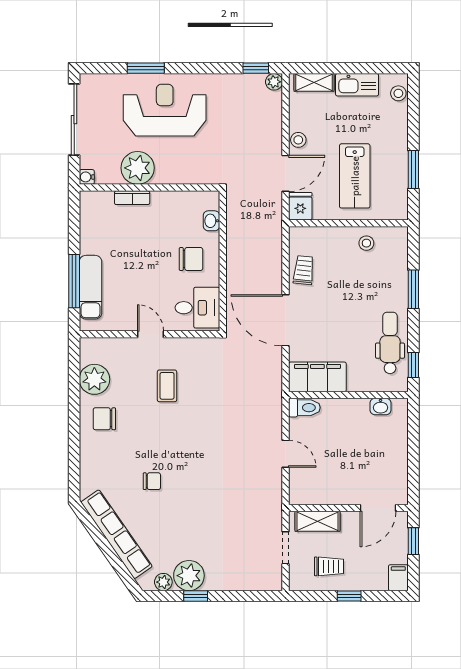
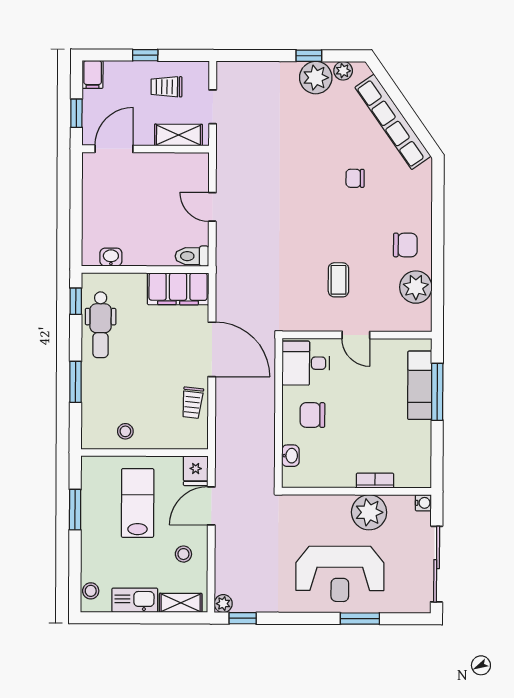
stool: (298, 140) -> (183, 554), moved

